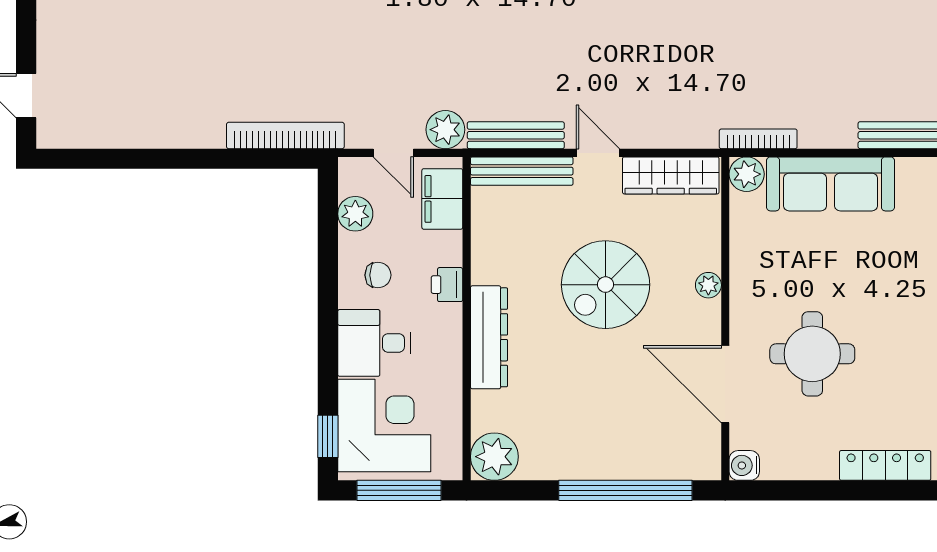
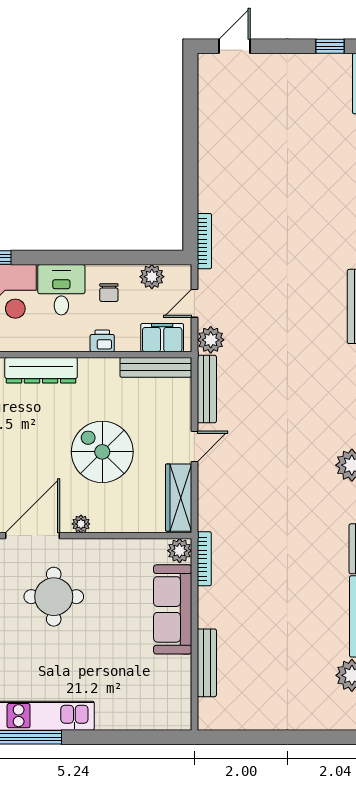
bookcase: (285, 135) -> (204, 241), width x0.68, depth x0.76
bench: (522, 171) -> (156, 367), moved, turned 90
plant: (708, 285) -> (81, 524), moved
dresser: (489, 337) -> (41, 370), moved

